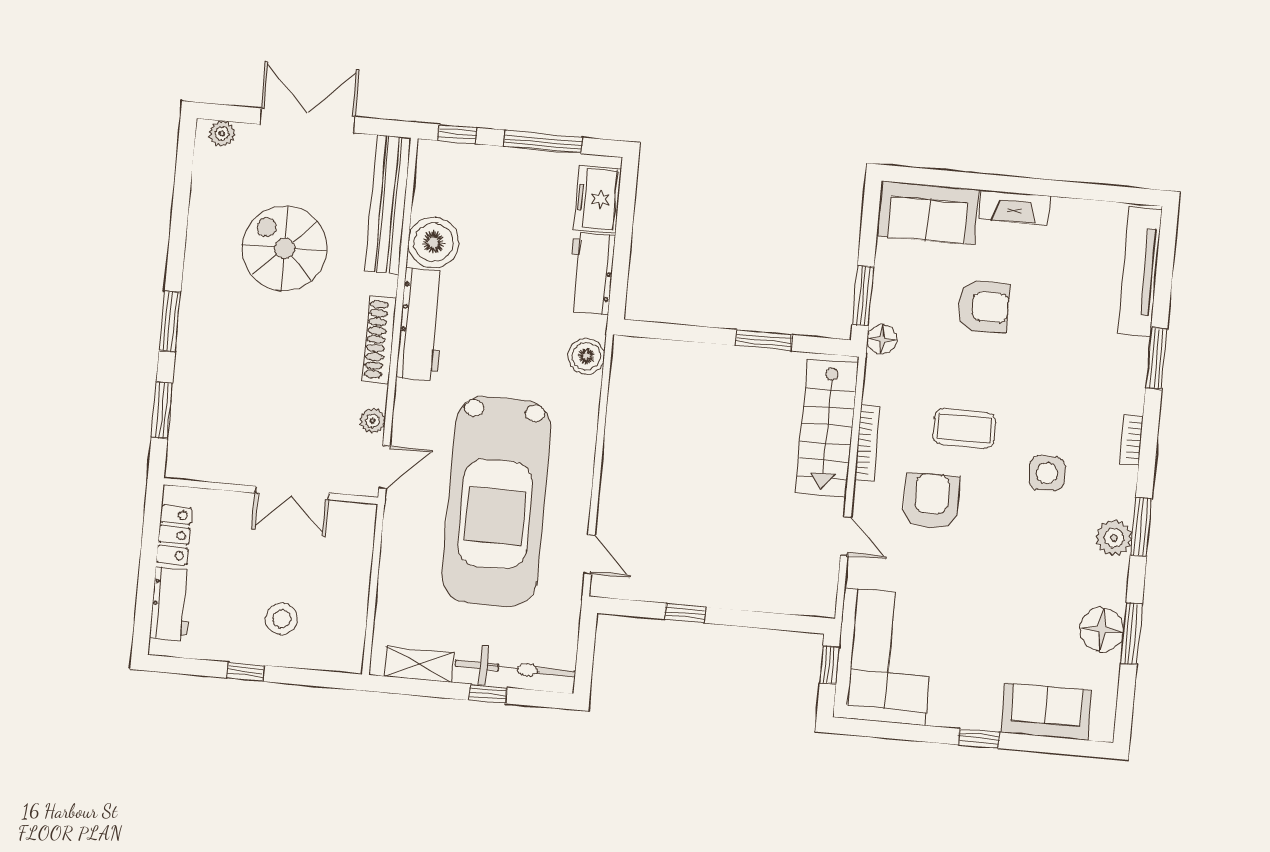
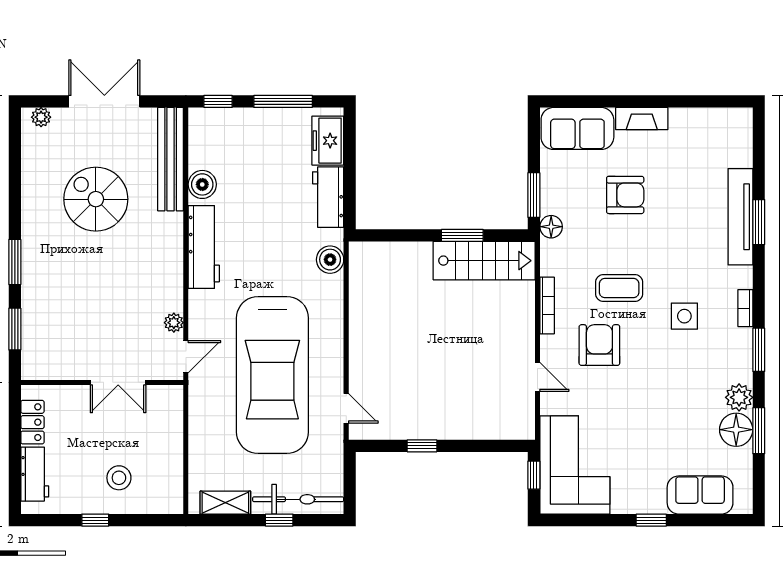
boiler: (433, 242) -> (202, 184), width x0.73, depth x0.73
tv unit: (1140, 272) -> (740, 217), moved
shoe rack: (379, 340) -> (173, 261), removed
stairs: (827, 428) -> (484, 261), moved, turned -90
bookcase: (1131, 440) -> (745, 308), moved
plant: (1114, 538) -> (739, 397), moved

